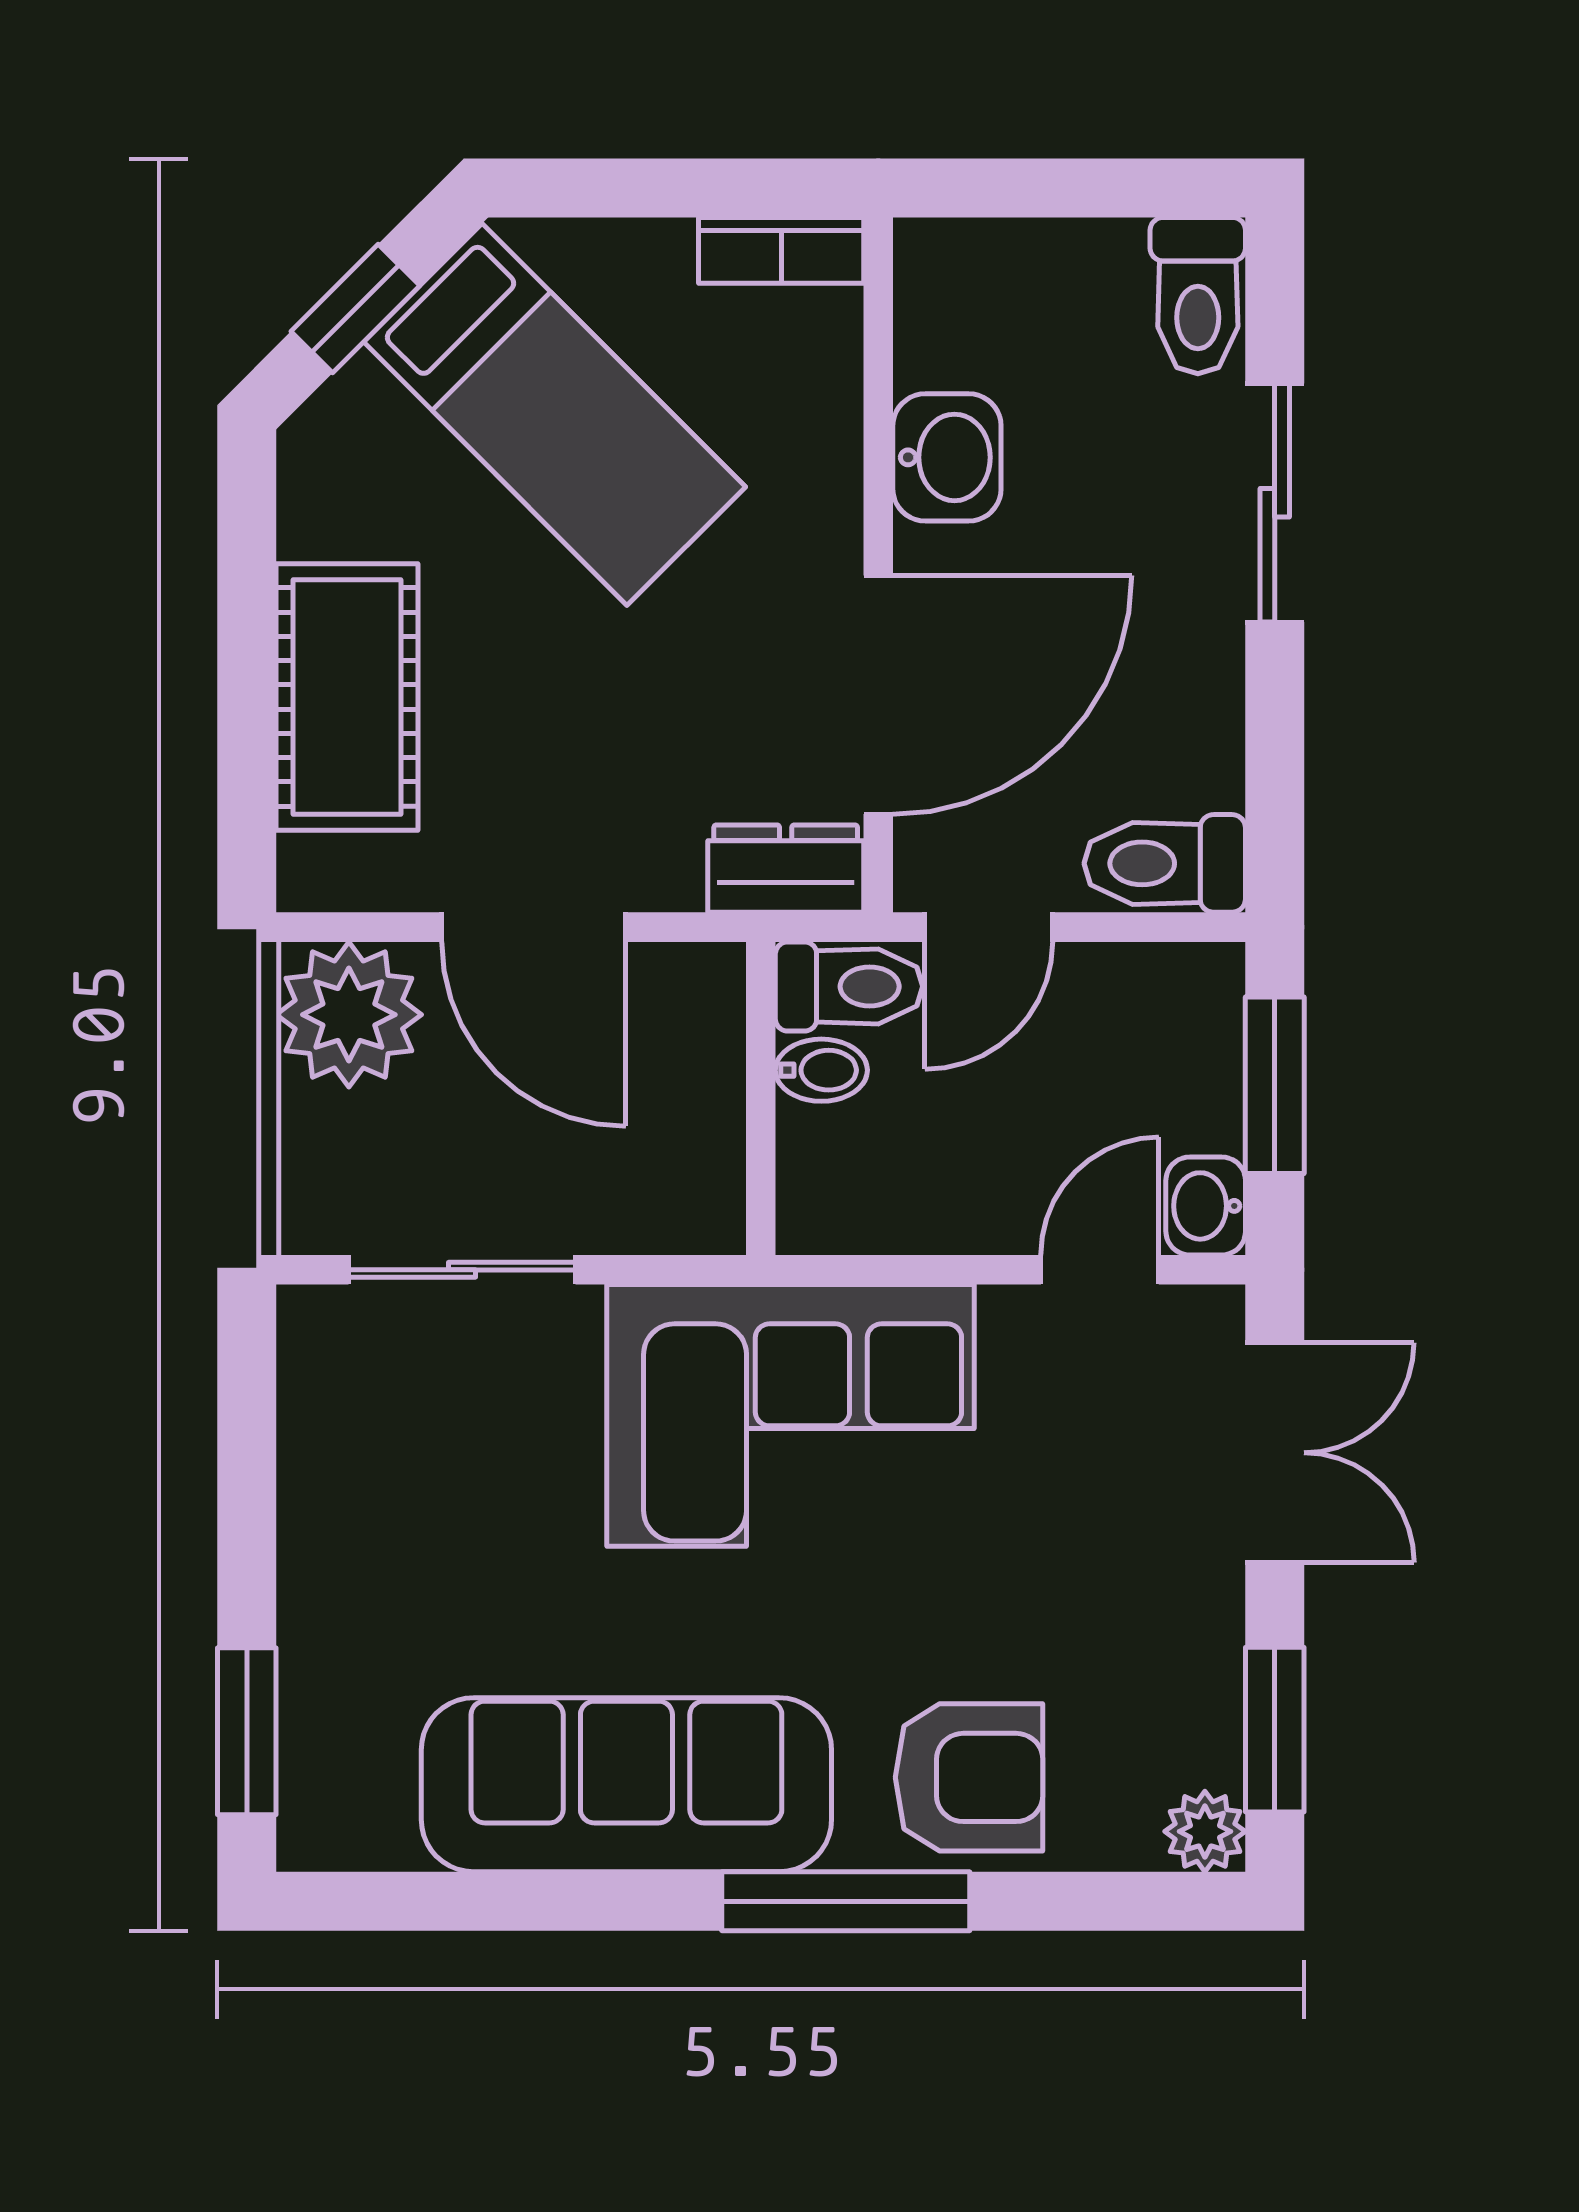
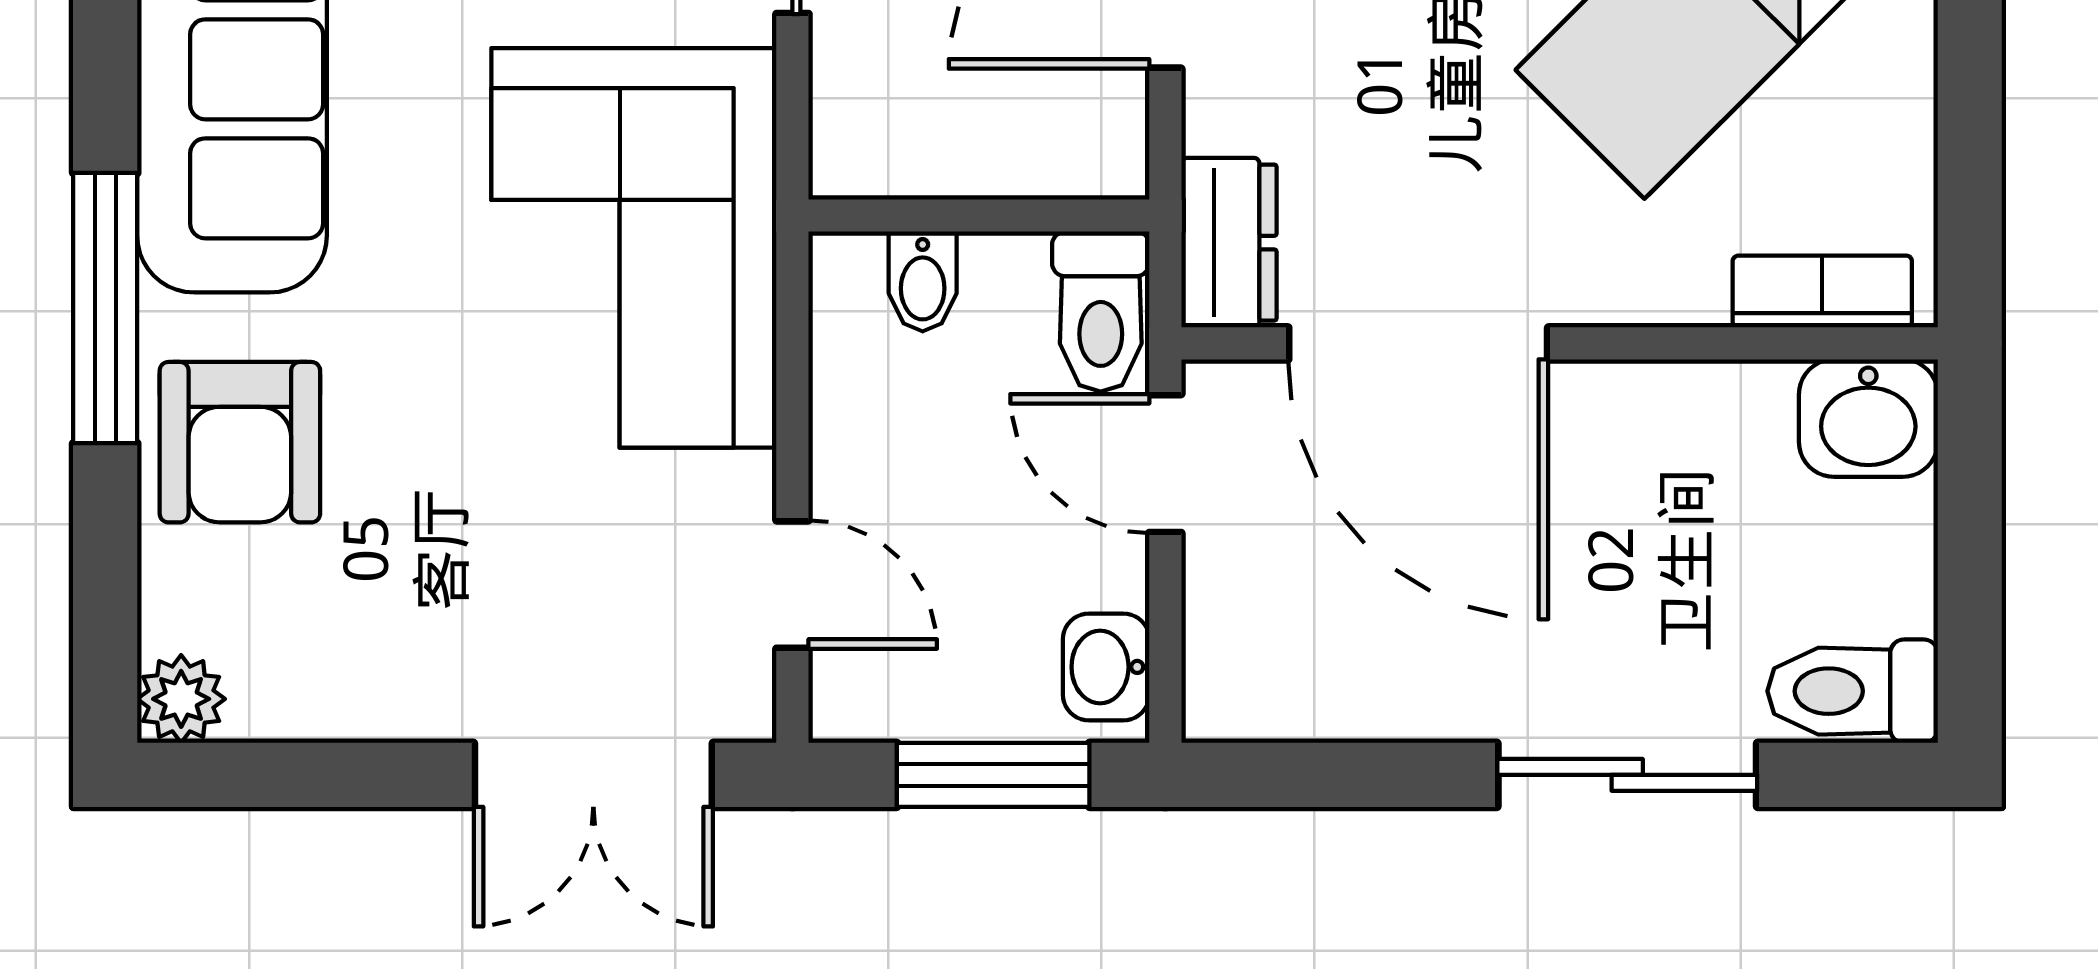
bookcase: (781, 250) -> (1822, 291), moved, turned 90
washbasin: (947, 457) -> (1868, 418), moved
toilet: (1165, 863) -> (1235, 655), removed
bidet: (821, 1070) -> (923, 281), moved
washbasin: (1206, 1206) -> (1106, 667), moved, turned -90
window: (1275, 1730) -> (292, 775), removed

